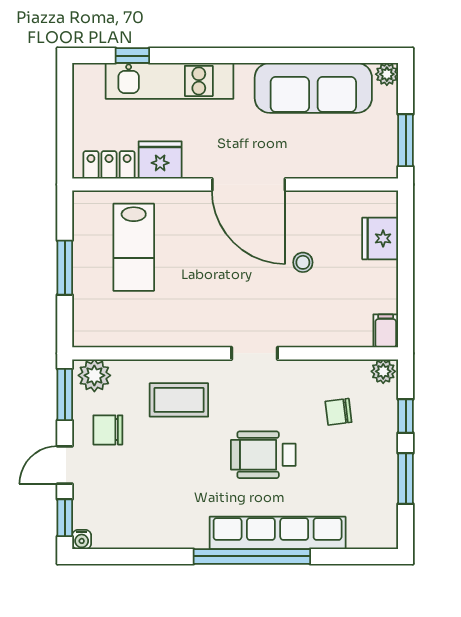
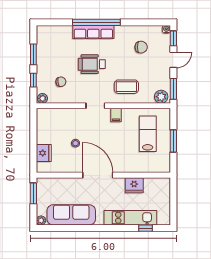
locker: (109, 165) -> (155, 183), removed
lab bench: (134, 247) -> (148, 134), moved
filing cabinet: (386, 331) -> (116, 115), moved
chair: (108, 430) -> (141, 47), moved
wheelchair: (263, 455) -> (92, 64), turned 180
row of seats: (278, 533) -> (93, 32), width x0.73

